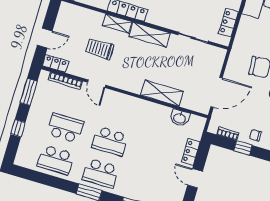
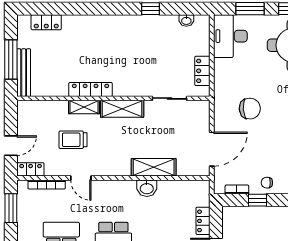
washbasin: (180, 118) -> (147, 188), moved

